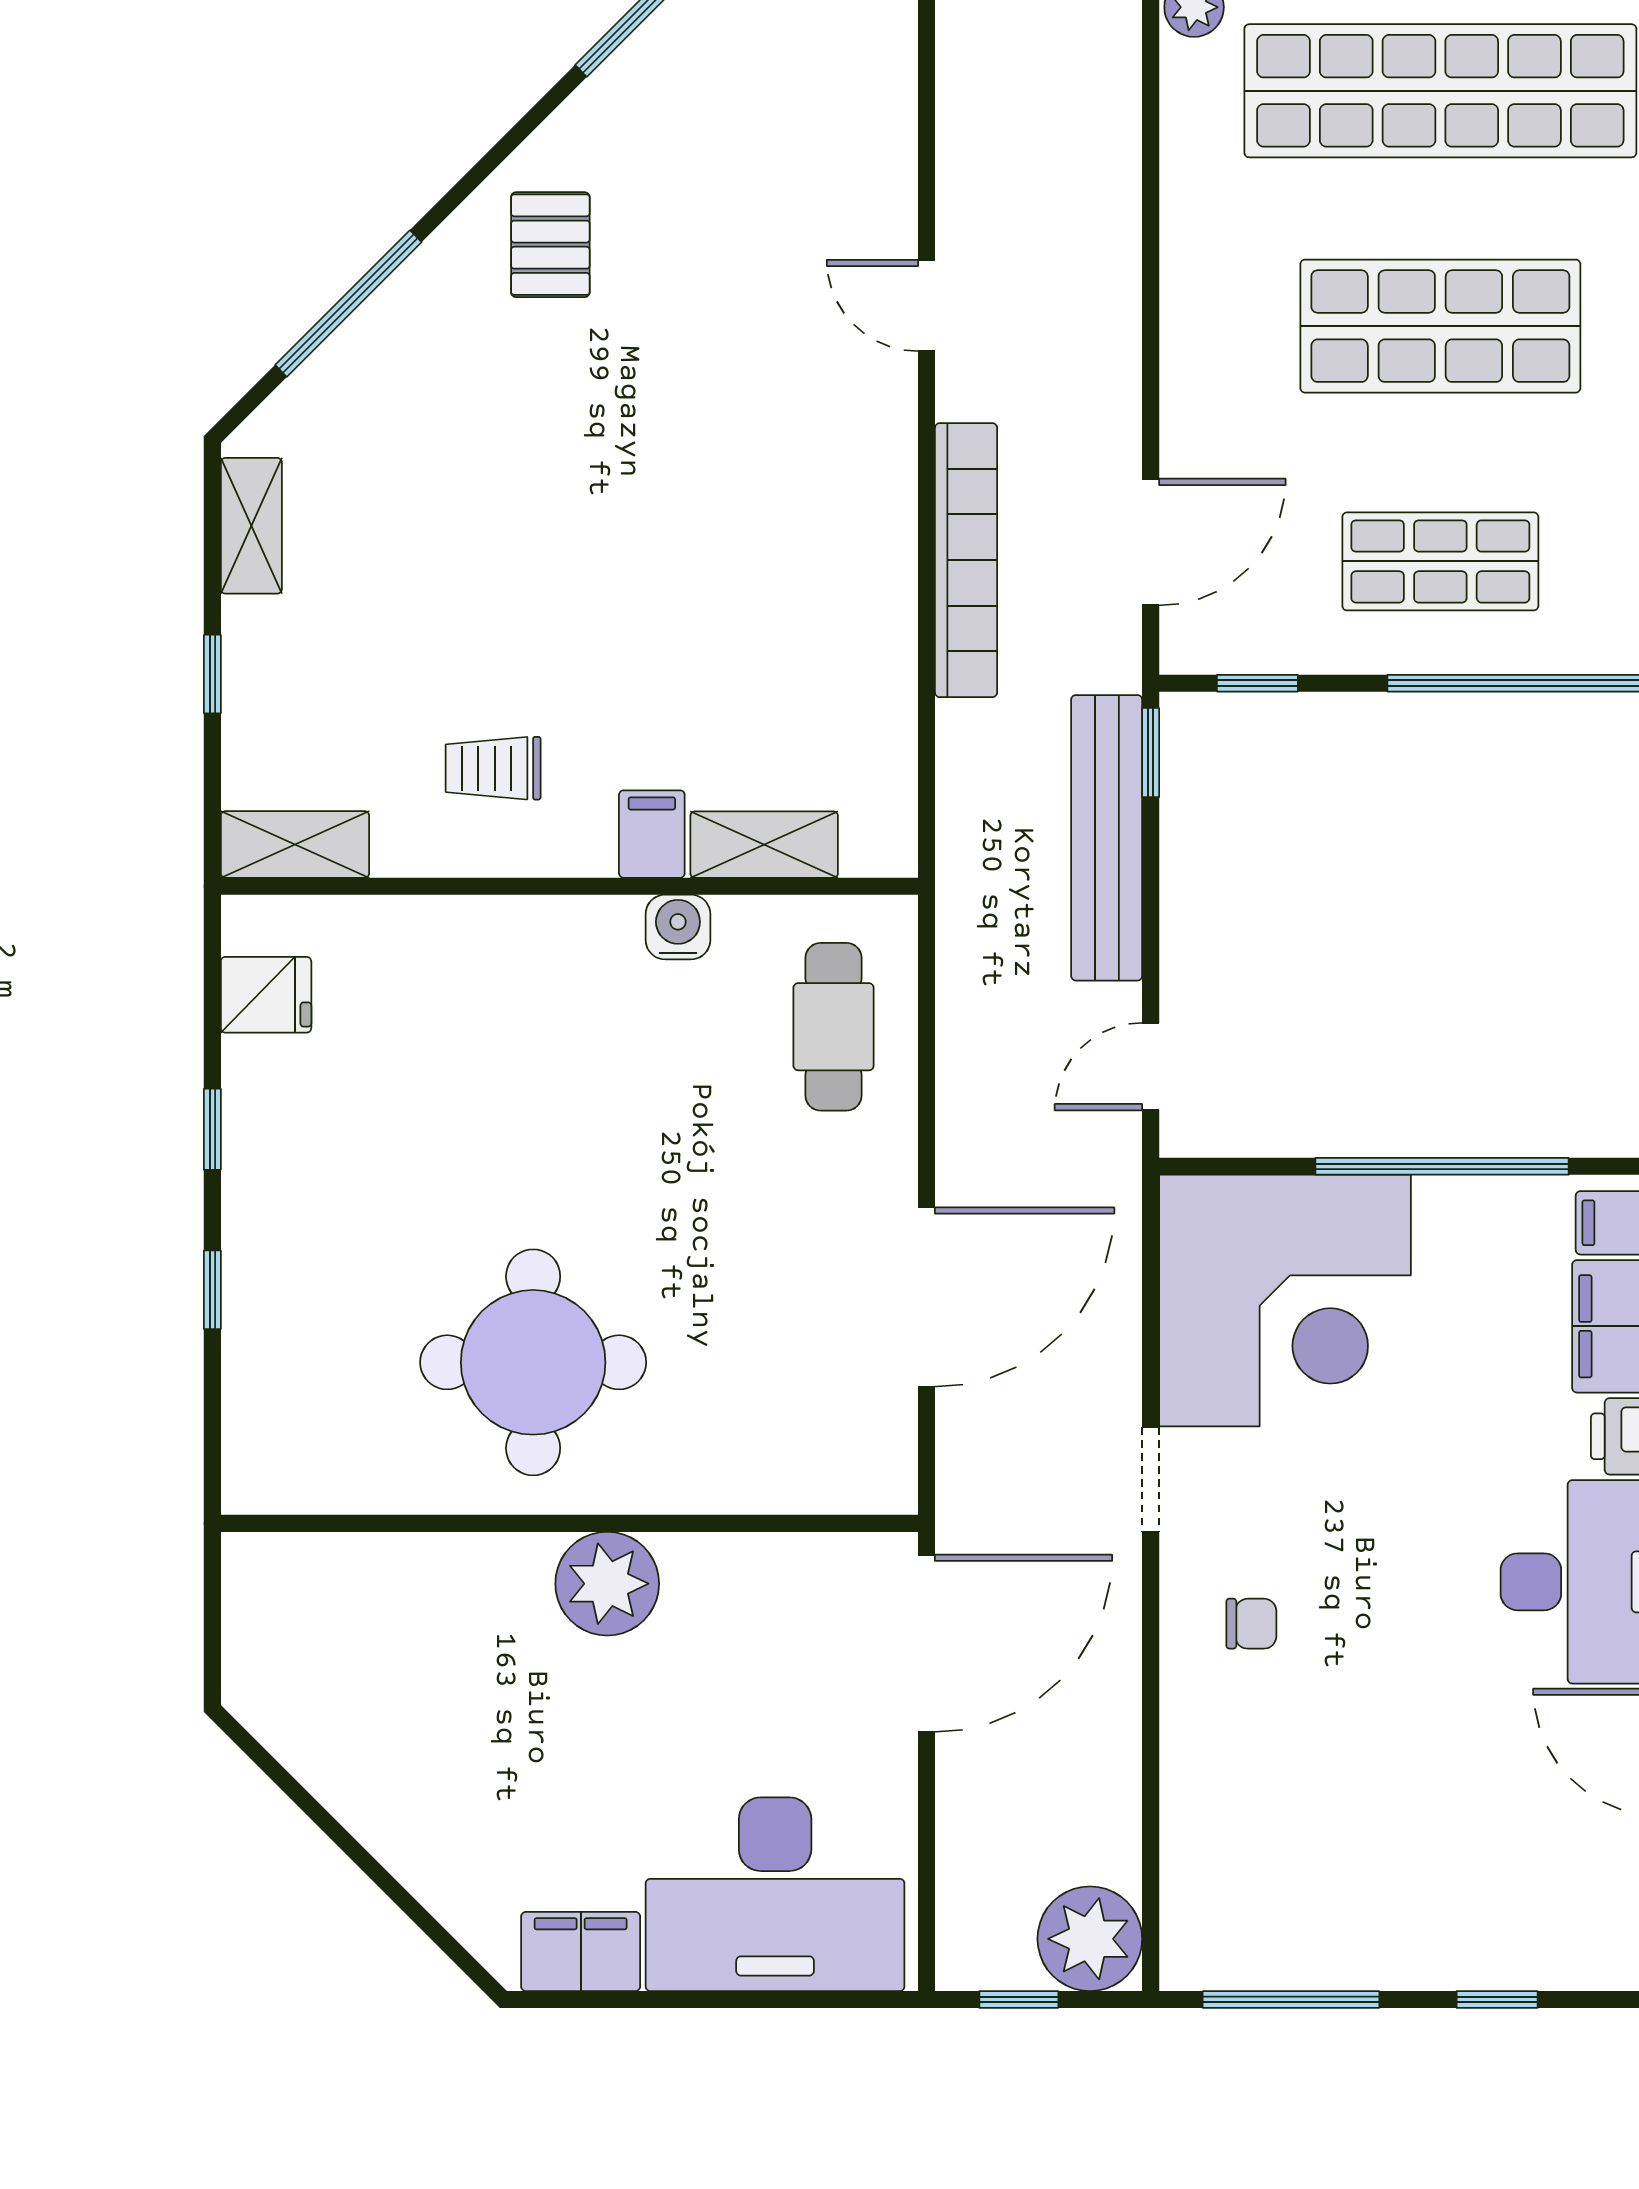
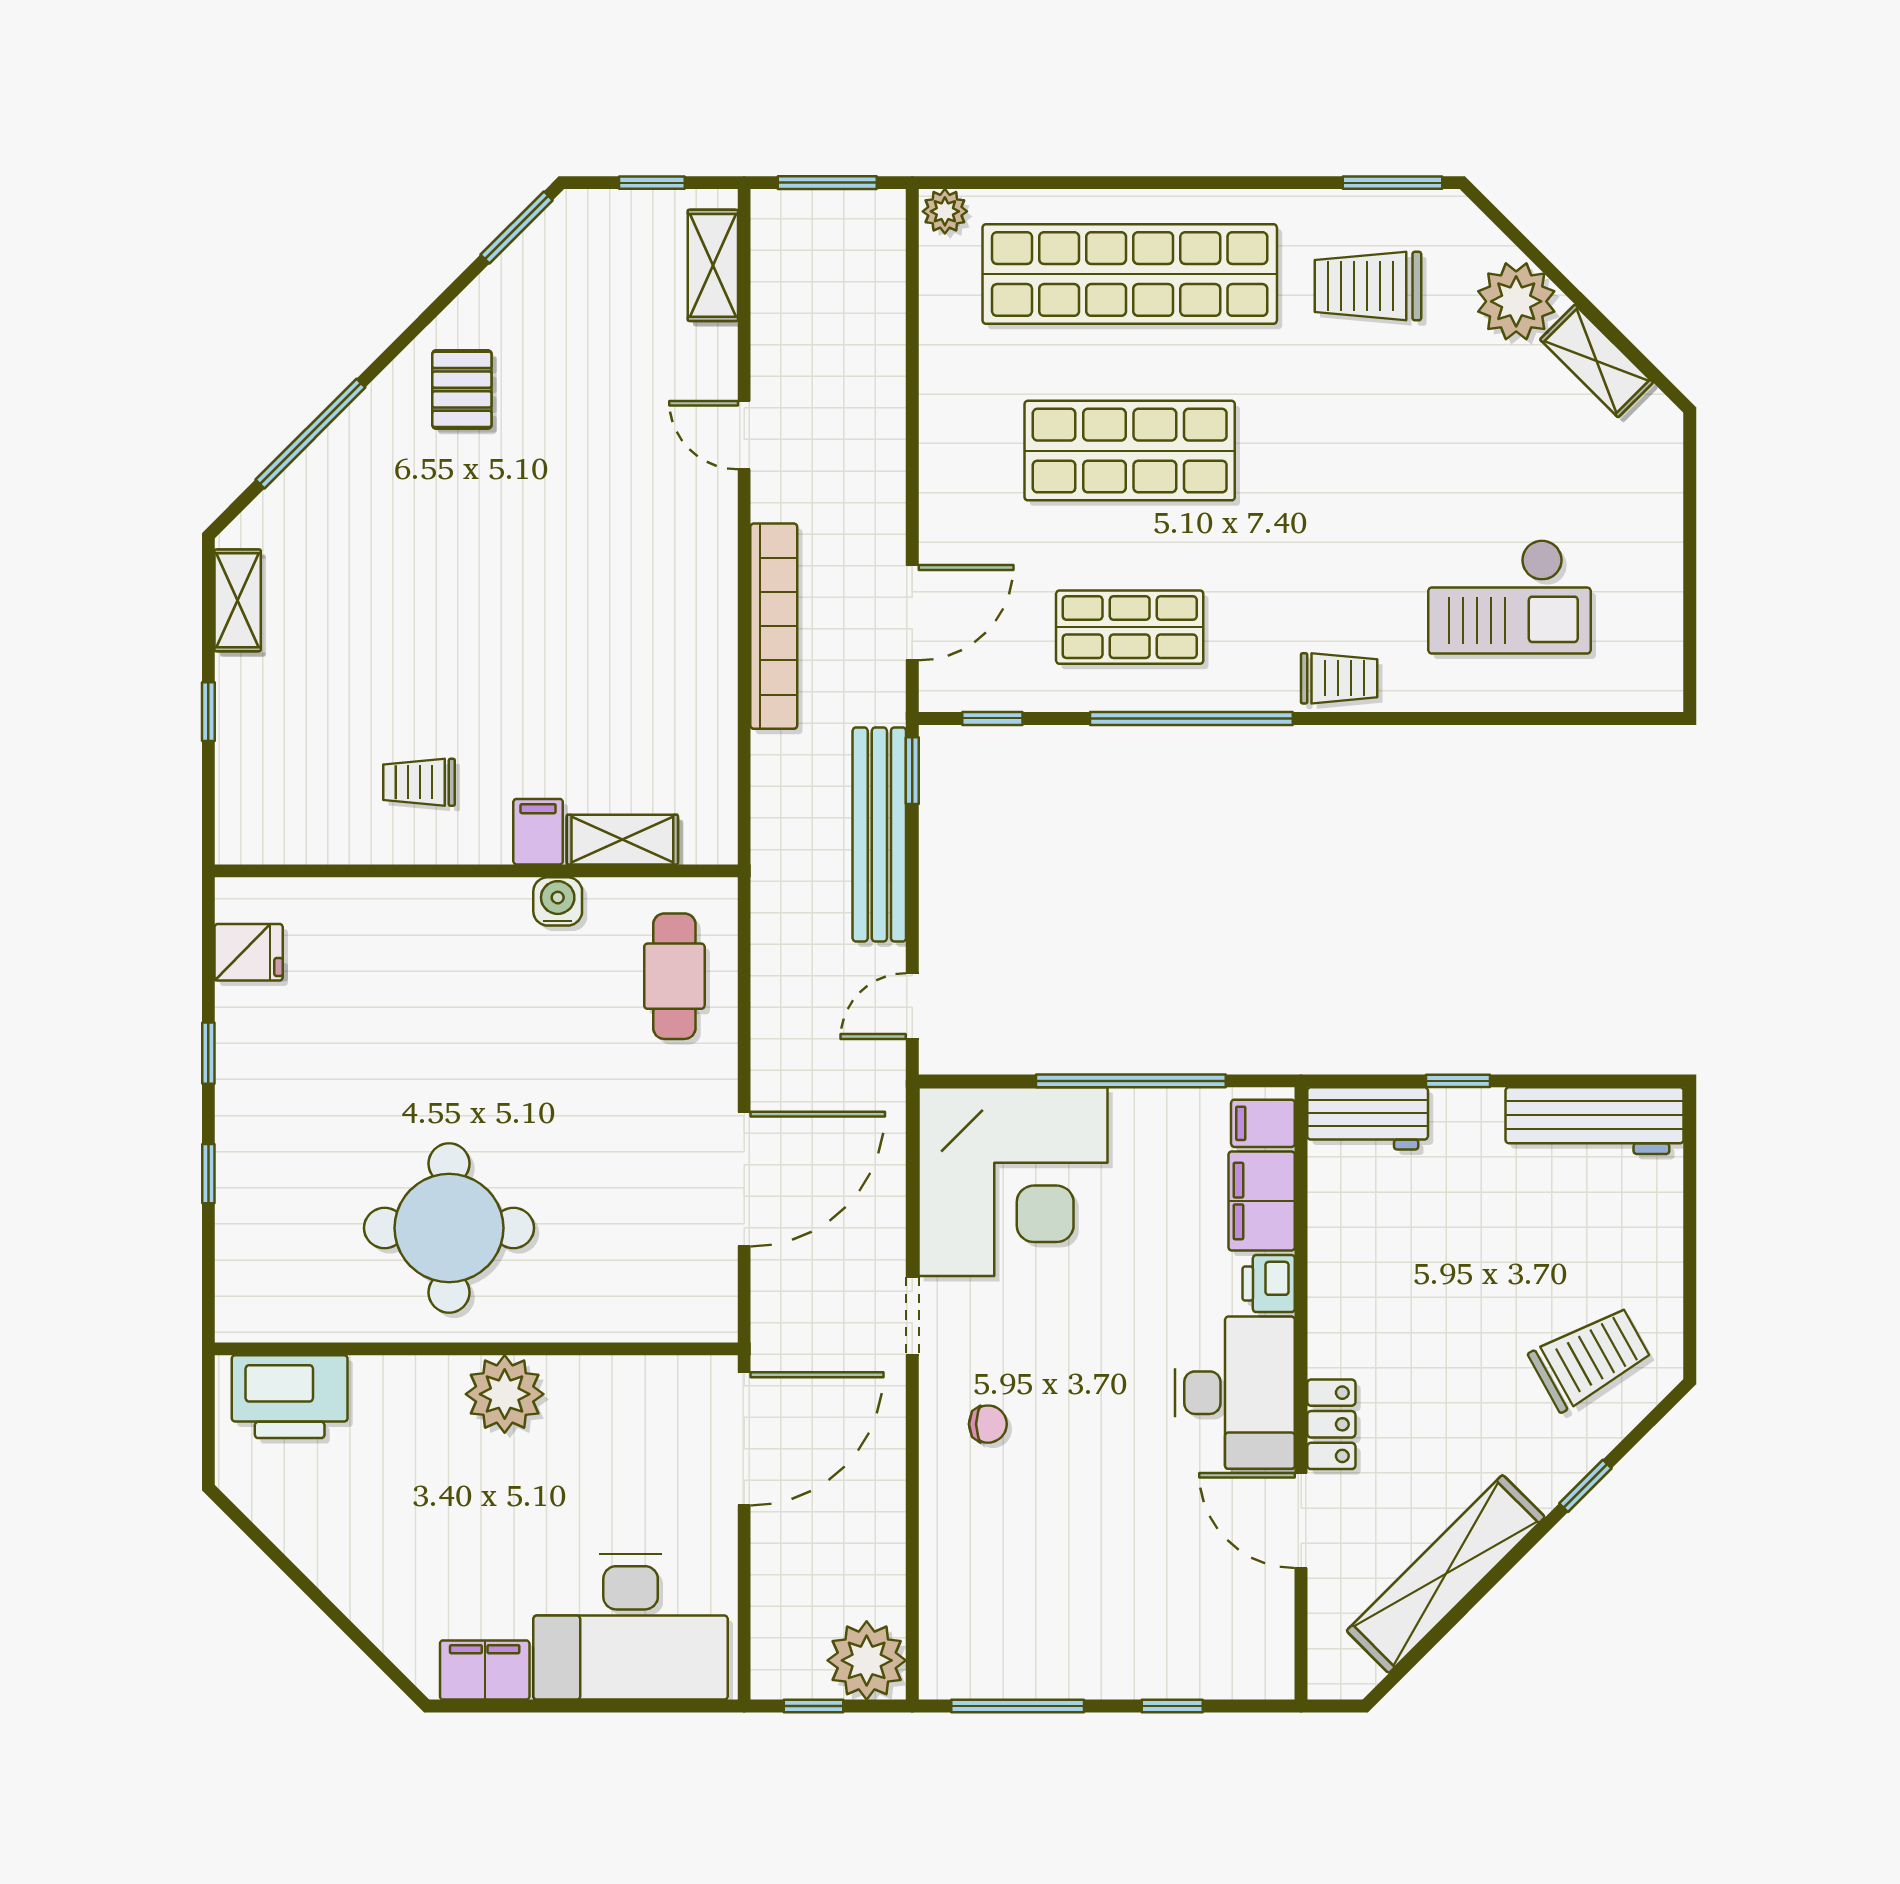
shelving: (295, 844) -> (713, 265), moved, turned 90
printer: (321, 1587) -> (290, 1397), added

